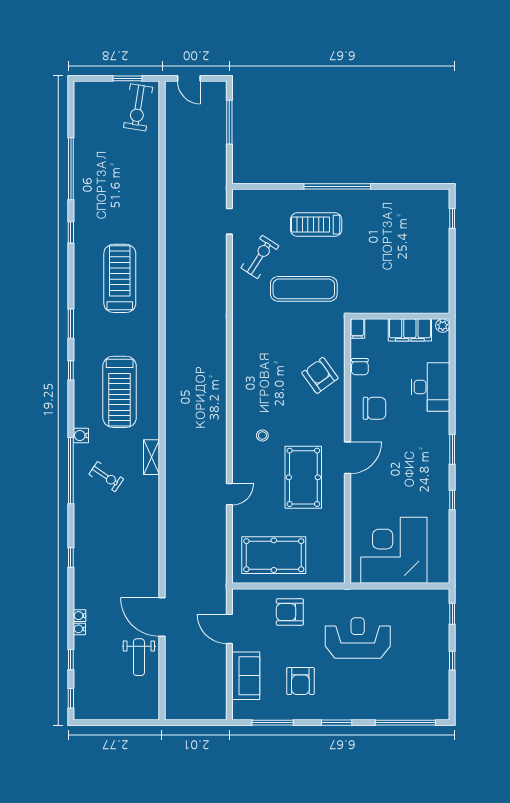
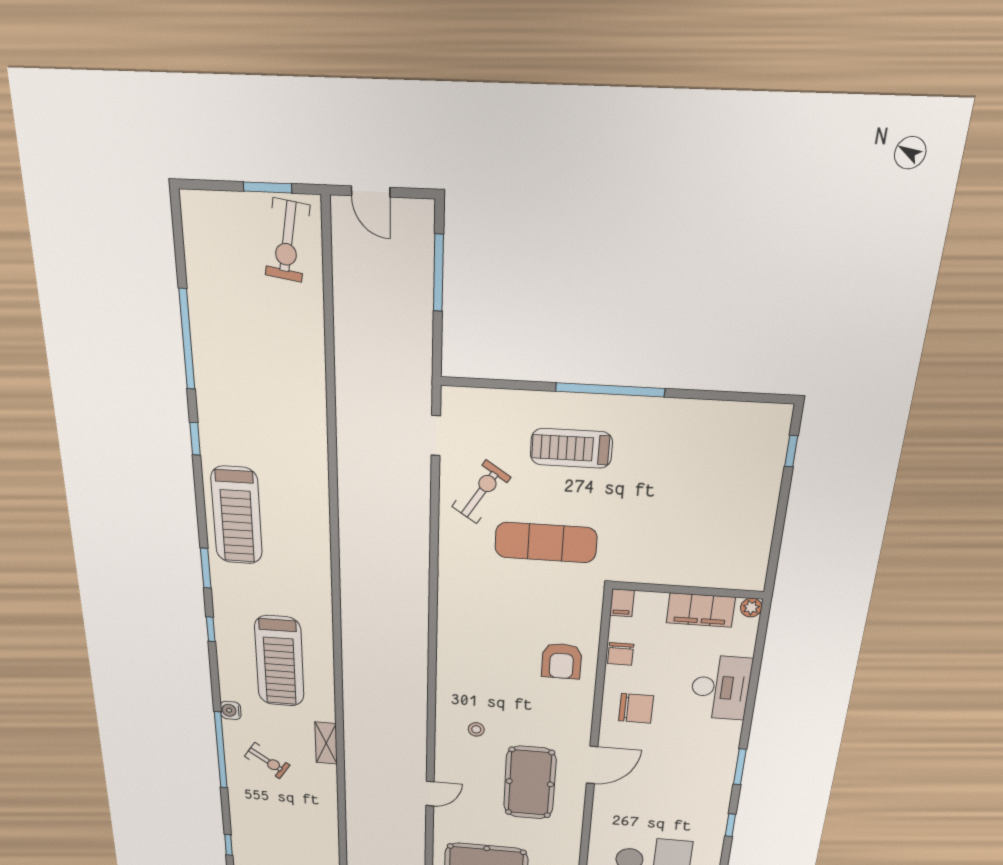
treadmill: (120, 278) -> (237, 516), moved, turned 180
armchair: (320, 375) -> (562, 661), turned -144

